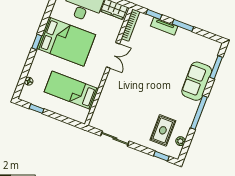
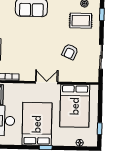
double door: (113, 55) -> (47, 83), moved
bed: (71, 90) -> (75, 106), width x1.50
armchair: (133, 106) -> (70, 52), added

